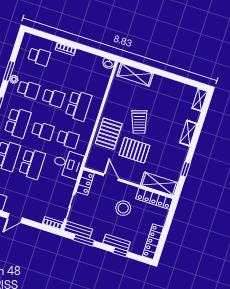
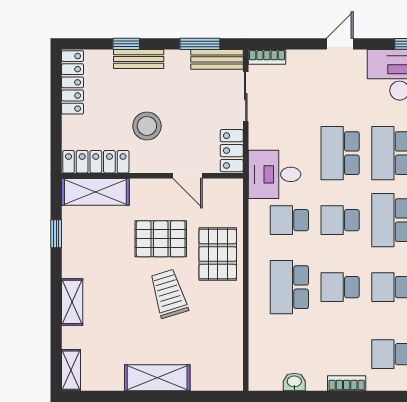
washbasin: (109, 64) -> (294, 382), moved
shelving: (135, 75) -> (157, 378), moved

